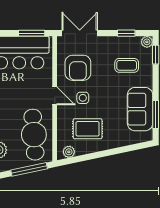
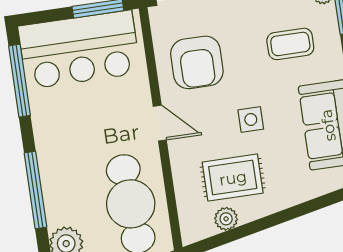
side table: (83, 98) -> (251, 119), moved
plant: (69, 152) -> (226, 219), moved

